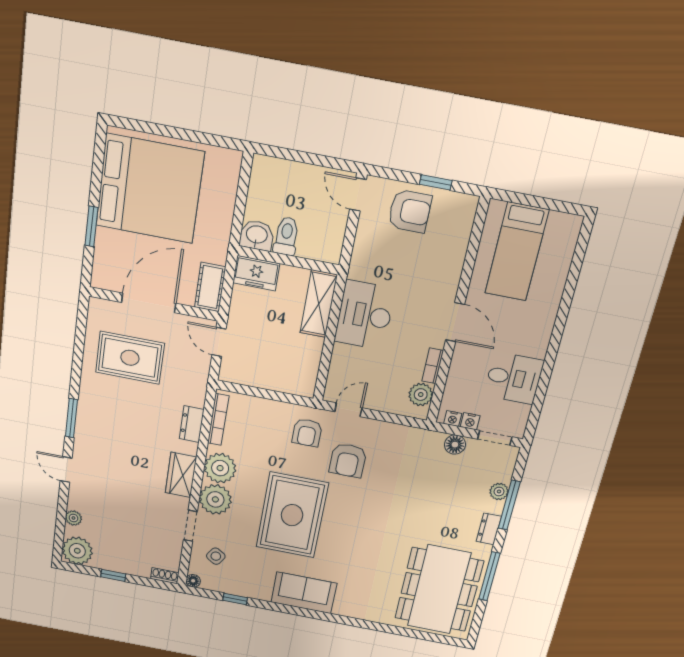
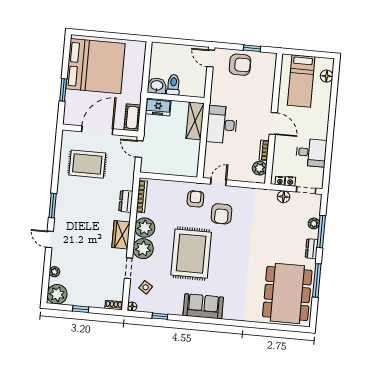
floor lamp: (564, 247) -> (327, 76), added
armchair: (307, 433) -> (195, 199), turned 180

